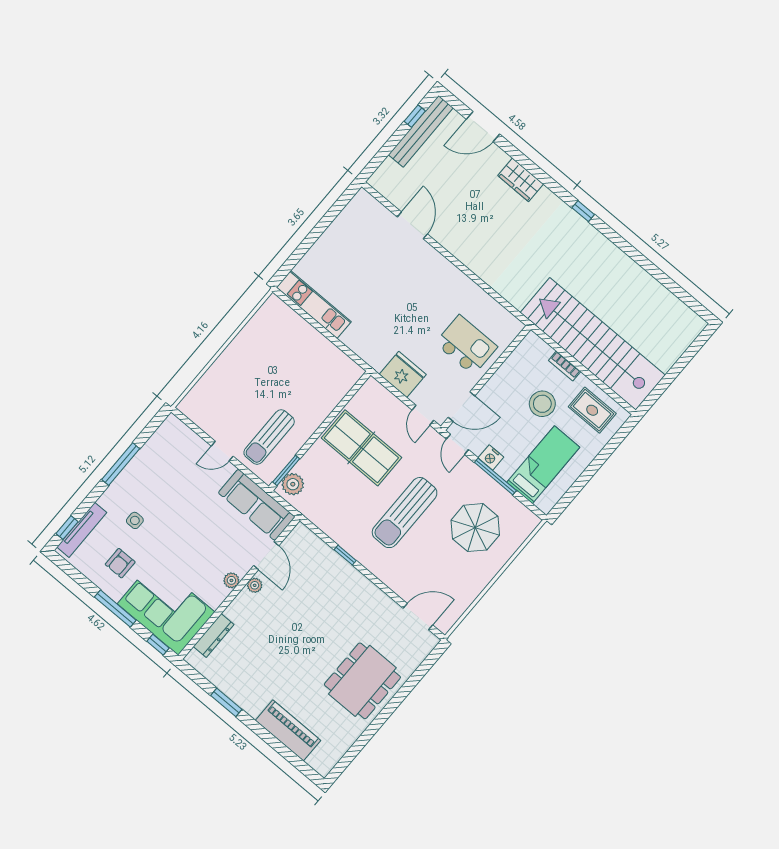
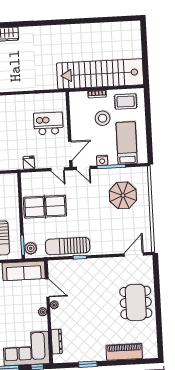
window: (583, 211) -> (45, 23), removed
fridge: (403, 374) -> (29, 163), width x0.53, depth x0.75
sun lounger: (405, 513) -> (68, 246), moved, turned 90

